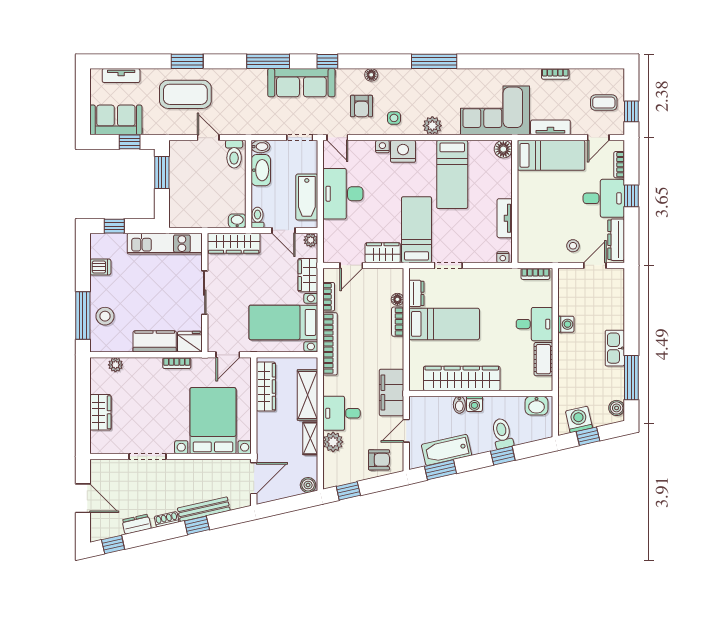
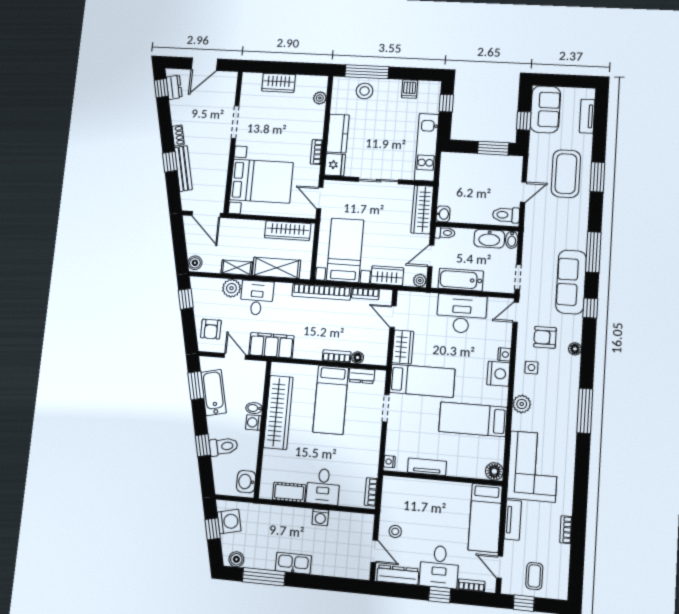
dresser: (137, 524) -> (174, 87), moved

